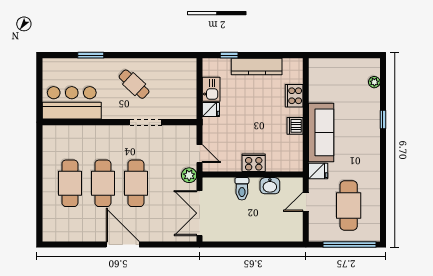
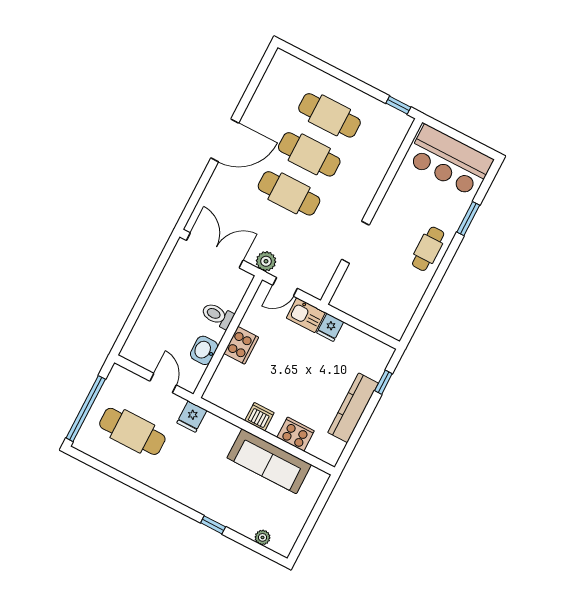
cafe table: (134, 84) -> (428, 249), moved, turned -43
kitchen sink: (211, 89) -> (306, 315), moved
bar counter: (72, 103) -> (449, 161), moved, turned 90
sofa: (321, 132) -> (269, 461), moved
window: (39, 141) -> (398, 105), added

